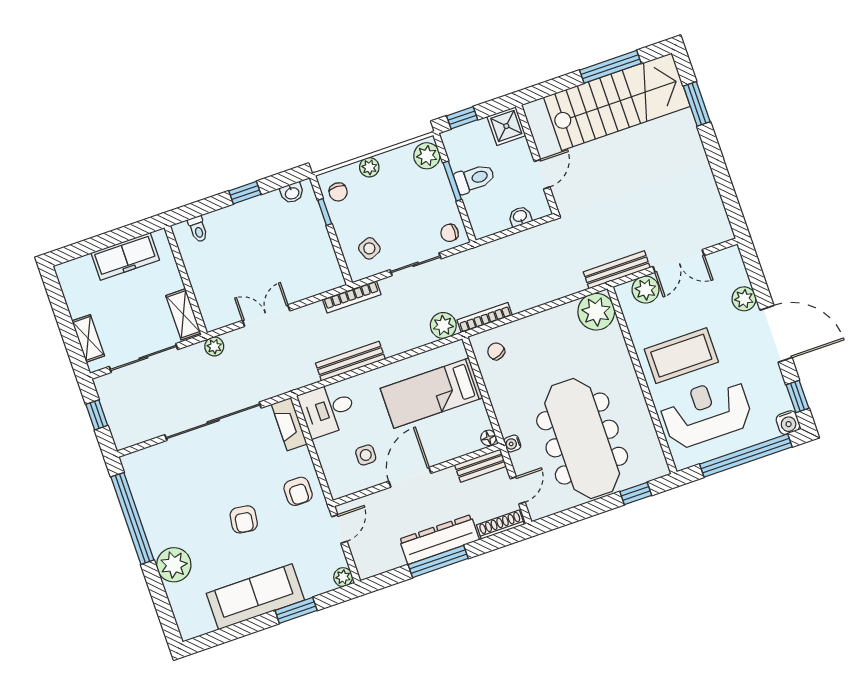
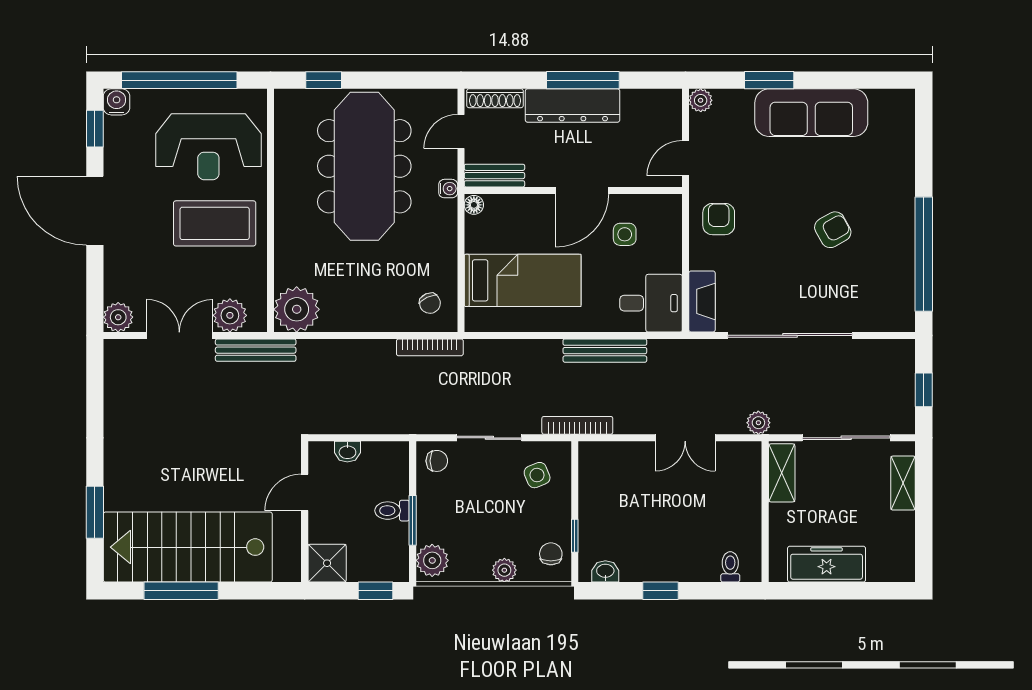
toilet: (475, 179) -> (392, 511), width x0.73, depth x0.72
plant: (744, 299) -> (118, 317), moved
plant: (443, 325) -> (481, 355), removed
armchair: (244, 519) -> (833, 230), moved, turned 53
plant: (174, 565) -> (894, 183), removed

